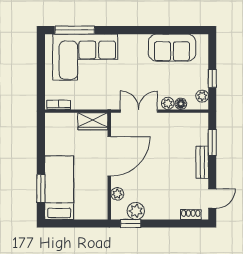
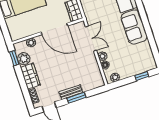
sofa: (172, 48) -> (134, 27), moved
window: (212, 78) -> (142, 76), moved
window: (212, 142) -> (76, 98), moved
wardrobe: (162, 210) -> (30, 76), added

